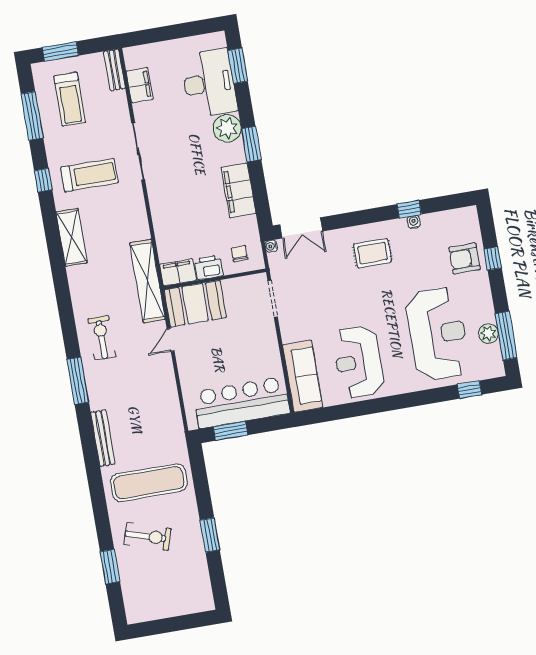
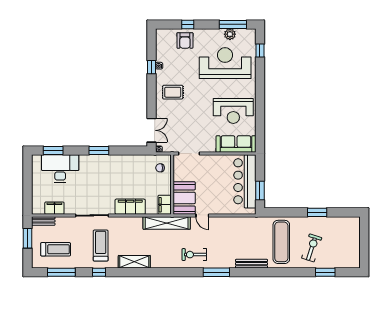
window: (60, 51) -> (27, 238), moved
plant: (227, 128) -> (88, 163), removed
filing cabinet: (238, 190) -> (130, 207), moved, turned 180
rug: (373, 253) -> (173, 92), turned 90
printer: (209, 267) -> (165, 187), removed

